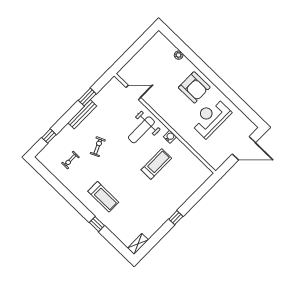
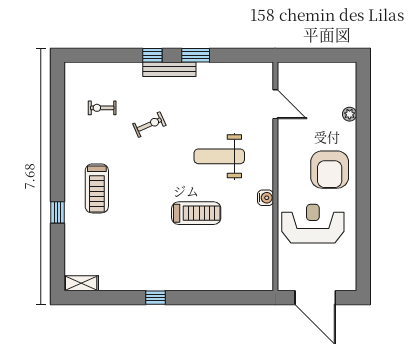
door: (133, 93) -> (275, 104), moved
wall: (165, 123) -> (275, 176), moved
window: (49, 136) -> (152, 55), moved
water cooler: (170, 137) -> (265, 198), moved

